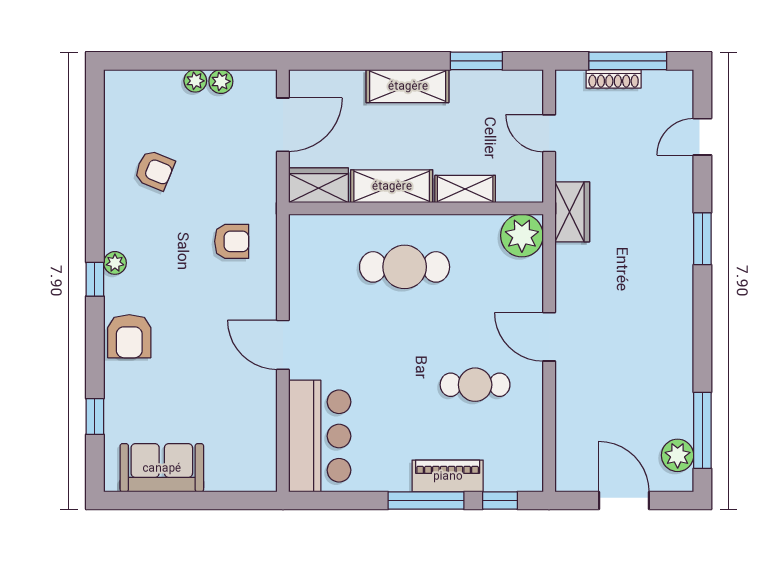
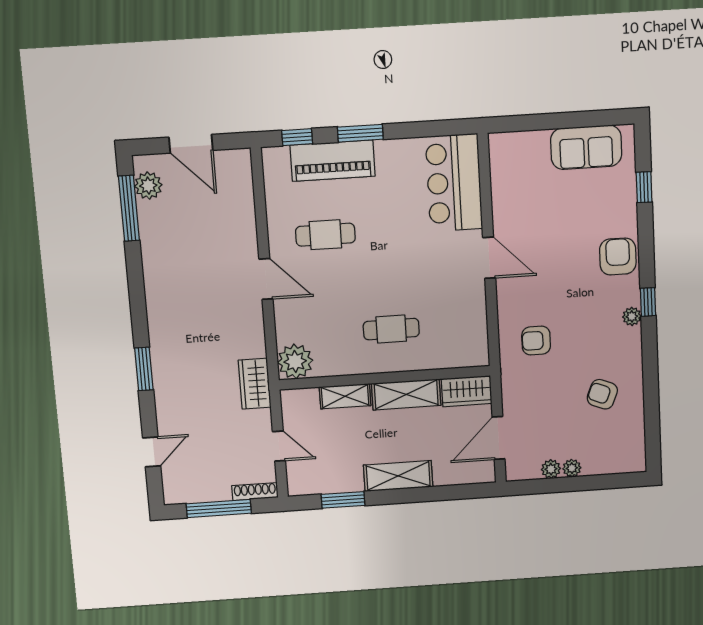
shoe rack: (614, 79) -> (255, 492), moved
cafe table: (405, 267) -> (391, 329), width x0.73, depth x0.74
piano: (448, 476) -> (333, 161), width x1.37, depth x1.33
window: (426, 501) -> (360, 133), width x0.69

